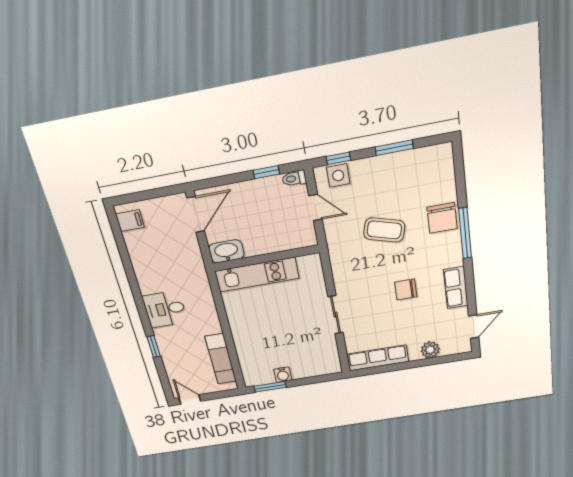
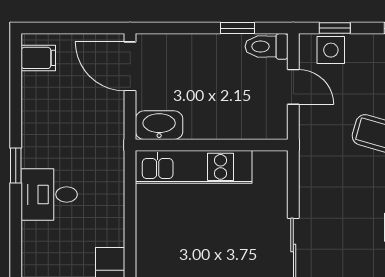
toilet: (294, 178) -> (266, 46), width x1.37, depth x1.39
door: (196, 215) -> (130, 66), swing flipped
window: (154, 346) -> (16, 165), moved

